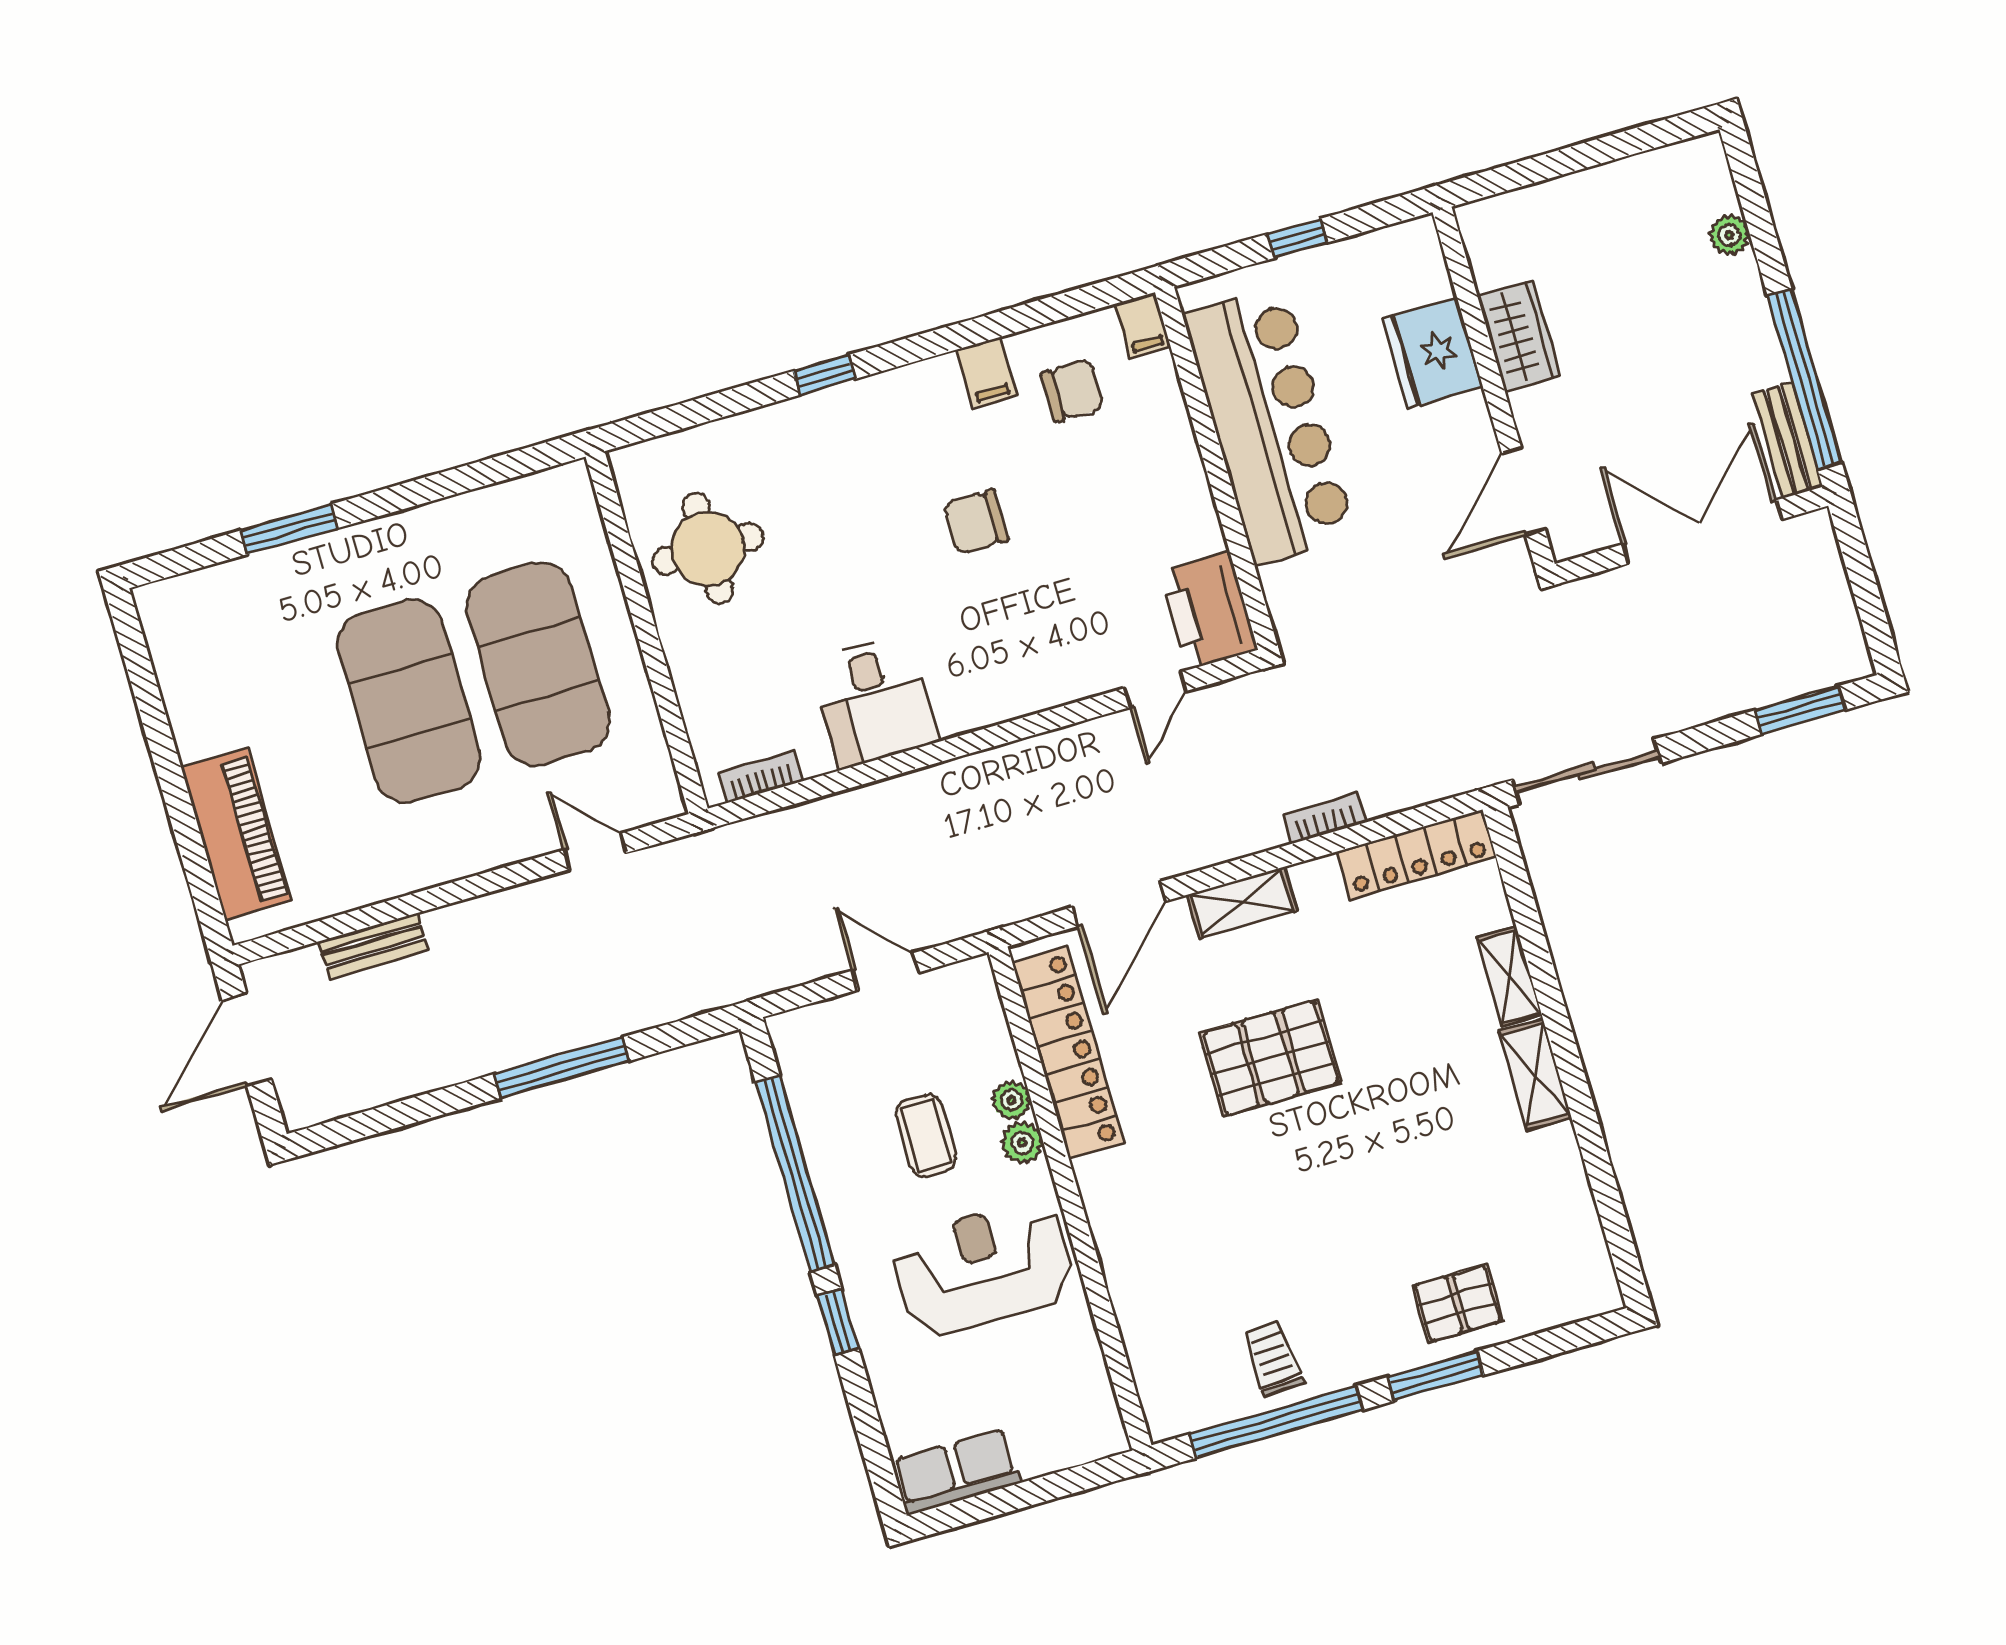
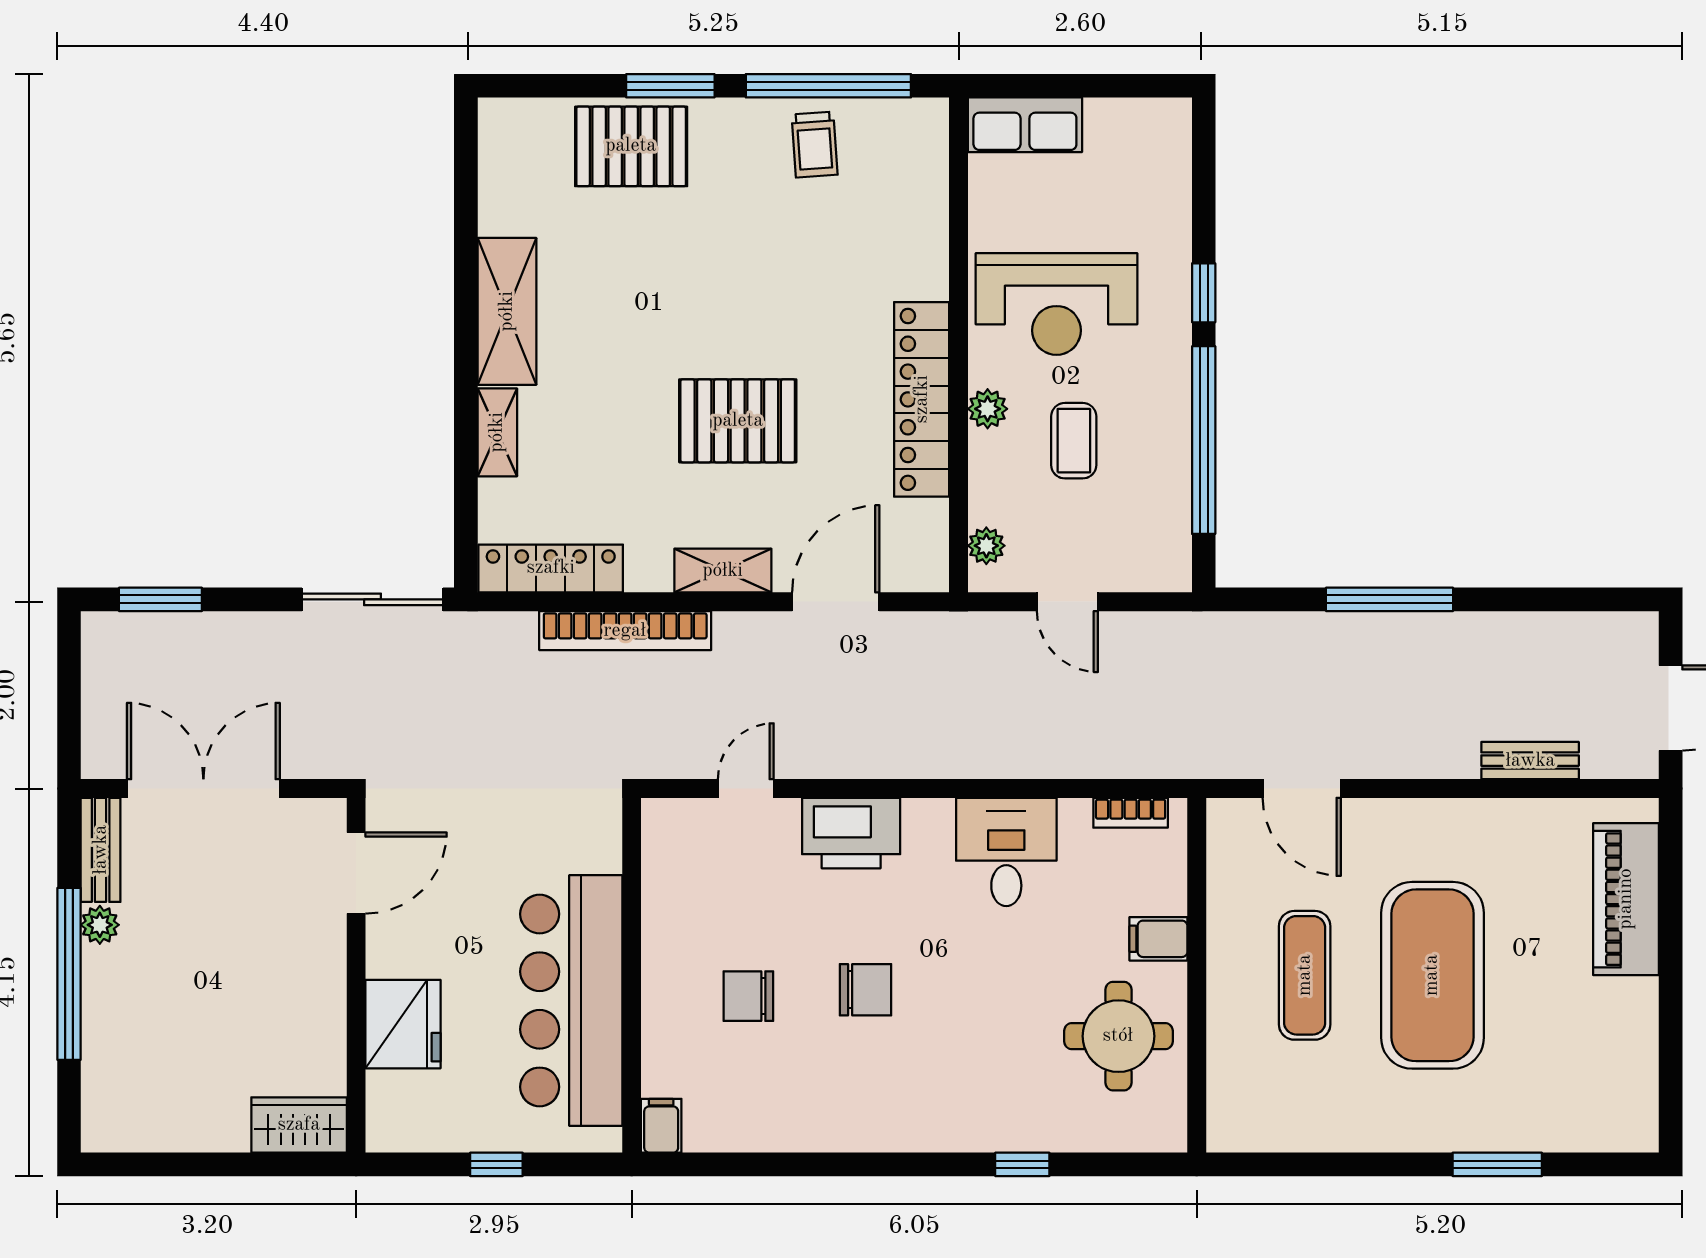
plant: (1729, 235) -> (100, 925), moved
wardrobe: (1519, 336) -> (299, 1125), moved, turned 90
filing cabinet: (987, 372) -> (1158, 939), moved, turned -90
window: (824, 375) -> (1022, 1164), moved
window: (1805, 379) -> (69, 974), moved
chair: (1073, 390) -> (748, 996), moved
double door: (1702, 532) -> (203, 789), swing flipped
printer: (1208, 611) -> (851, 833), moved, turned 90
exercise mat: (538, 664) -> (1305, 975), width x0.50, depth x0.69
bookcase: (1324, 818) -> (625, 631), width x2.31, depth x1.31
door: (595, 851) -> (1302, 789), width x1.38
locker: (1068, 1053) -> (922, 399), moved
shelving: (1535, 1074) -> (507, 311), width x1.50, depth x1.33
plant: (1011, 1100) -> (986, 546), moved
pallet: (1458, 1303) -> (631, 146), width x1.50, depth x1.42
row of seats: (956, 1472) -> (1025, 125), moved

